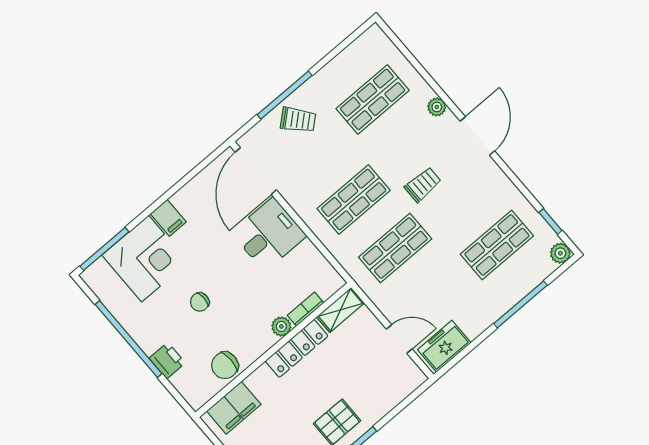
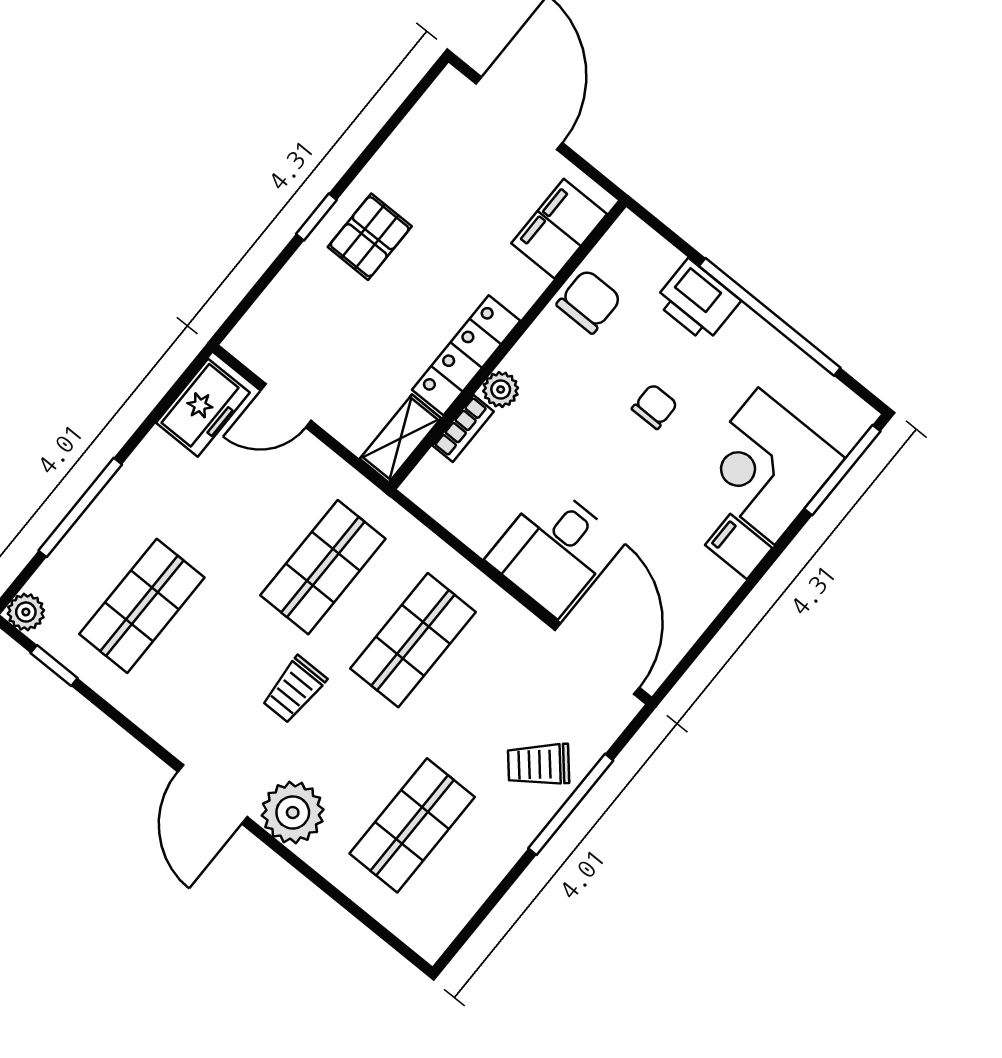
plant: (437, 107) -> (293, 812), width x1.88, depth x1.88
printer: (167, 361) -> (697, 301), width x1.36, depth x1.24

